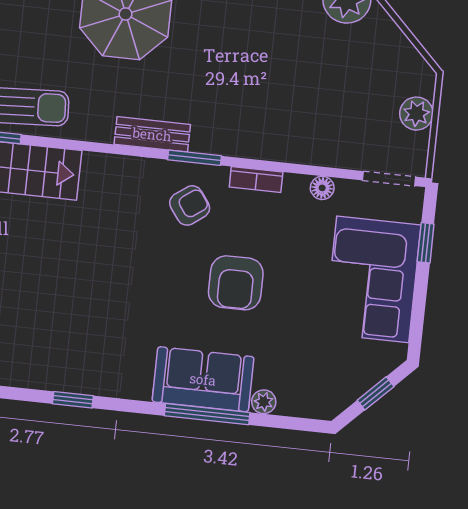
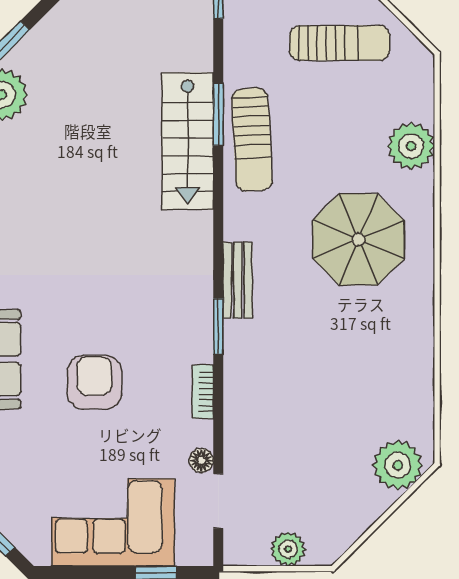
doorway: (389, 179) -> (218, 501), moved
armchair: (190, 205) -> (169, 326), removed
armchair: (236, 283) -> (94, 382), turned 90

